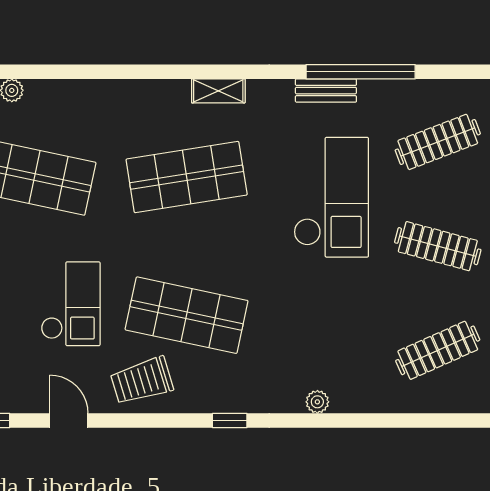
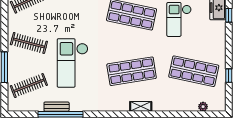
shelving: (218, 91) -> (141, 106), moved
bench: (326, 91) -> (57, 107), moved

